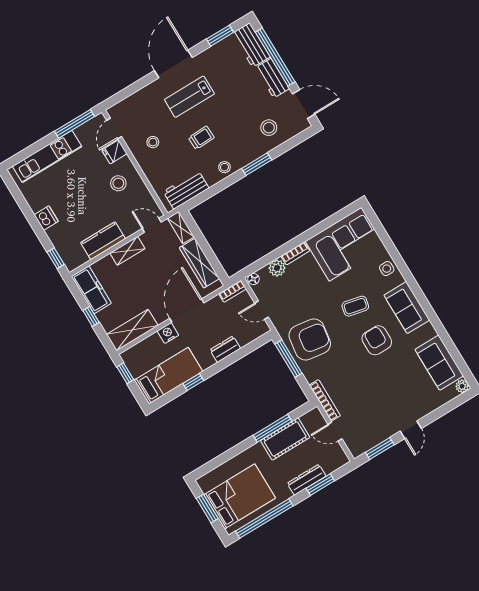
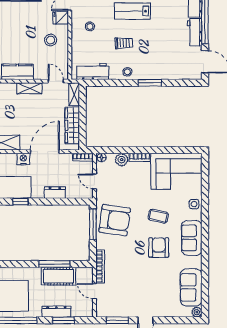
stool: (269, 128) -> (173, 63), removed

